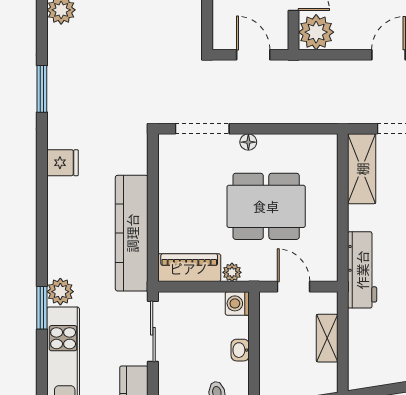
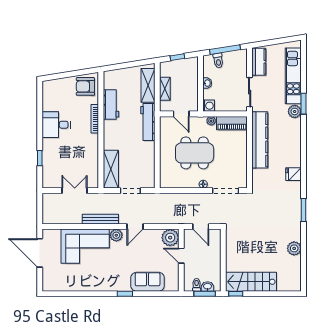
shelving: (362, 169) -> (148, 85), moved

